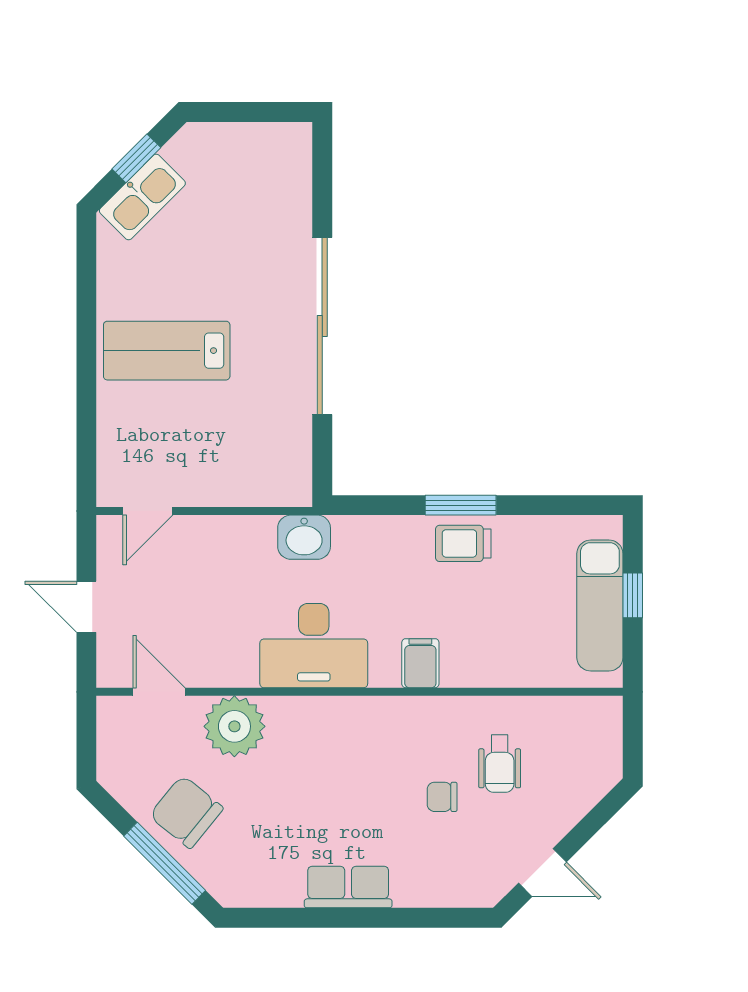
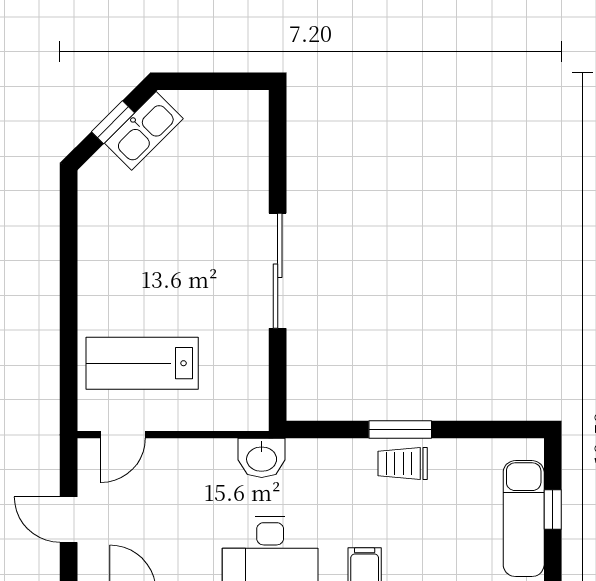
kitchen sink: (142, 197) -> (144, 131), moved
sliding door: (322, 326) -> (278, 271), width x0.73
lab bench: (167, 351) -> (142, 363), moved

